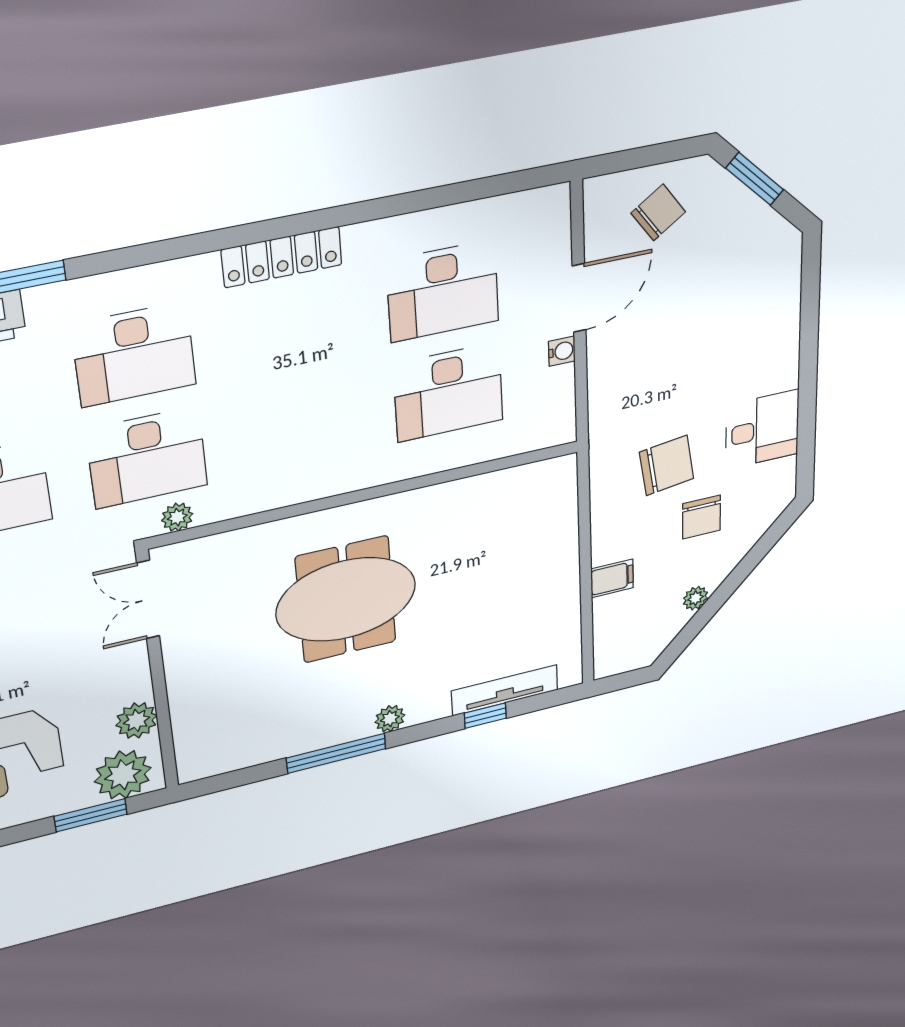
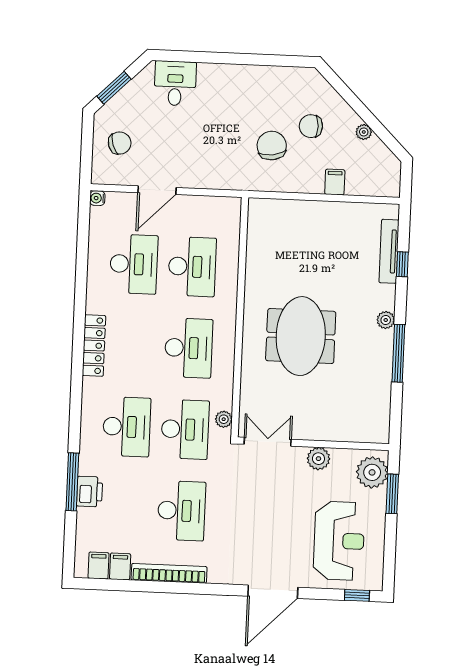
chair: (658, 212) -> (120, 143), turned 107
door: (579, 298) -> (157, 190), swing flipped
water cooler: (562, 351) -> (97, 198), moved, turned -90
desk: (300, 424) -> (189, 348), added
desk: (762, 429) -> (175, 83), moved
chair: (701, 517) -> (311, 126), turned 180
double door: (148, 600) -> (268, 442), swing flipped
plant: (137, 720) -> (318, 459), moved

